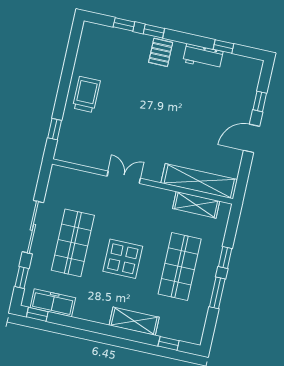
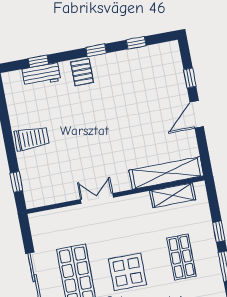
window: (154, 31) -> (96, 50), moved
workbench: (203, 57) -> (41, 75), moved
trolley: (86, 94) -> (32, 138), turned 90
shop shelf: (180, 267) -> (181, 257), width x0.70, depth x0.74

